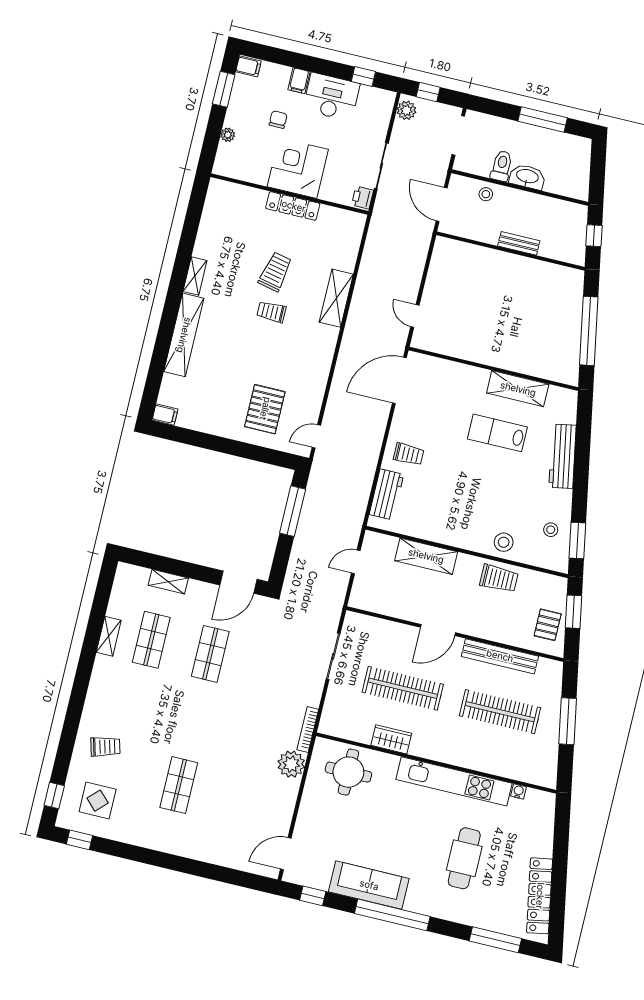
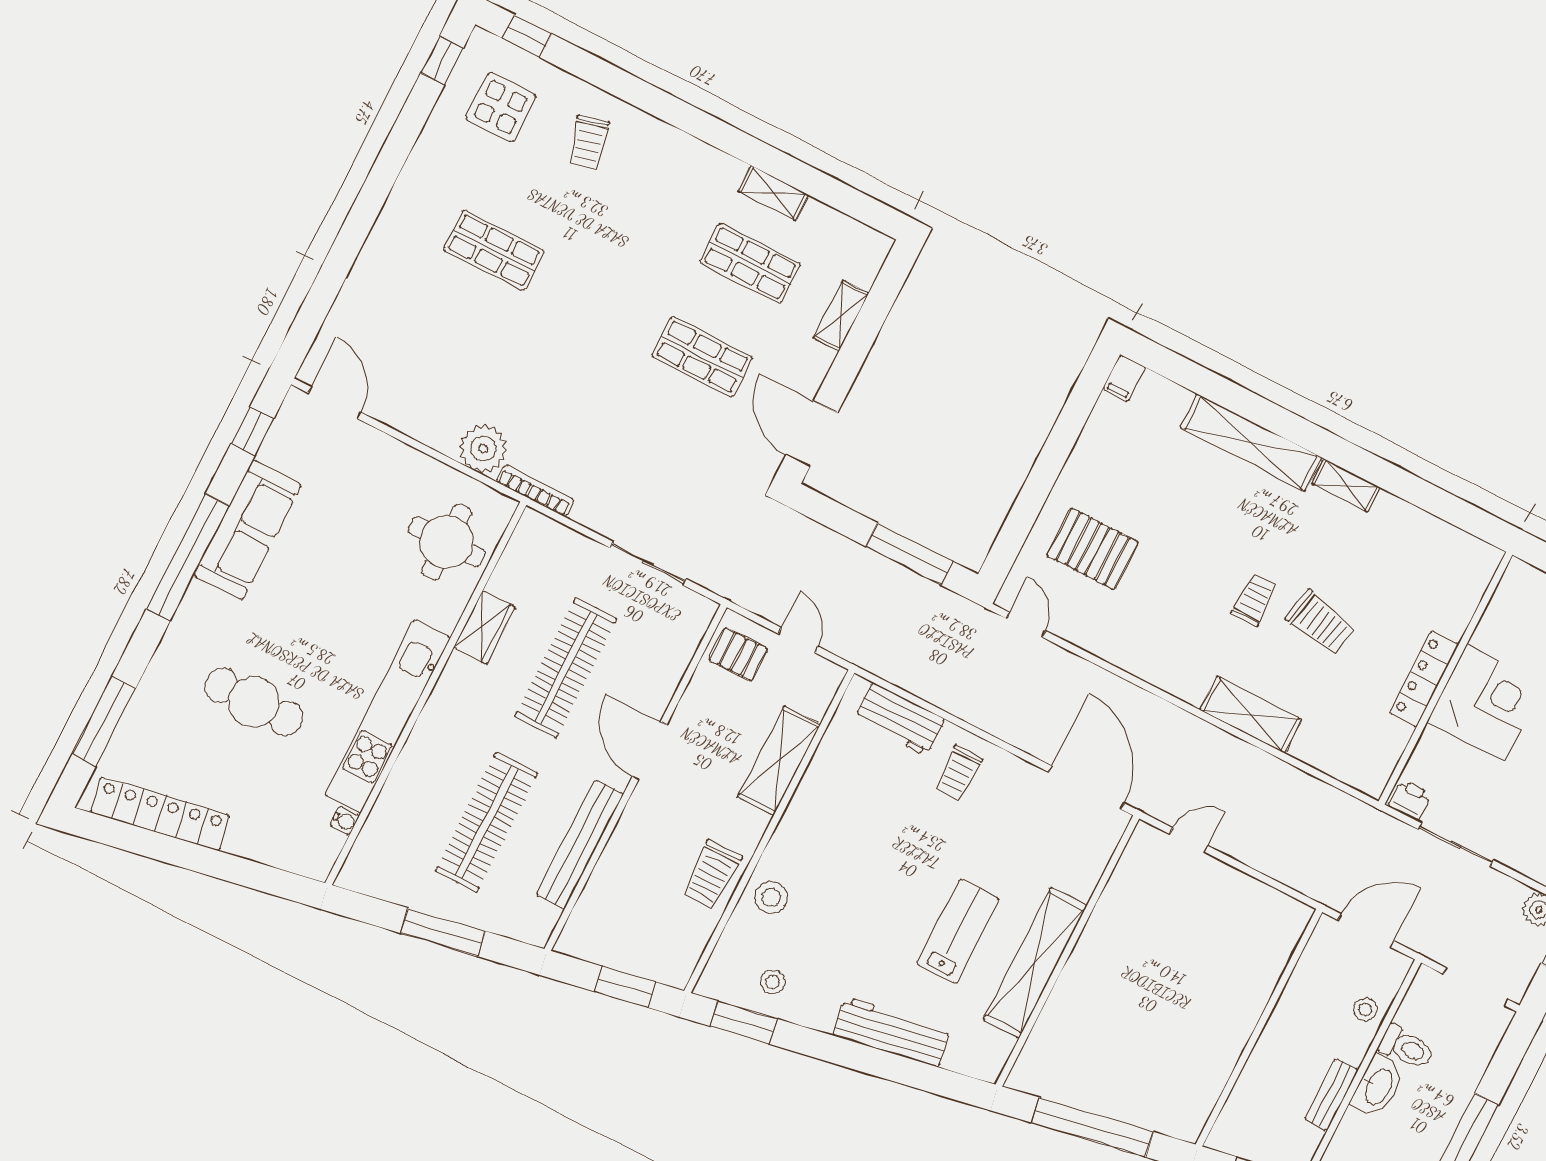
bench: (519, 243) -> (1331, 1095), moved
shelving: (518, 389) -> (1035, 963), width x1.47
pallet: (548, 625) -> (738, 654), moved

